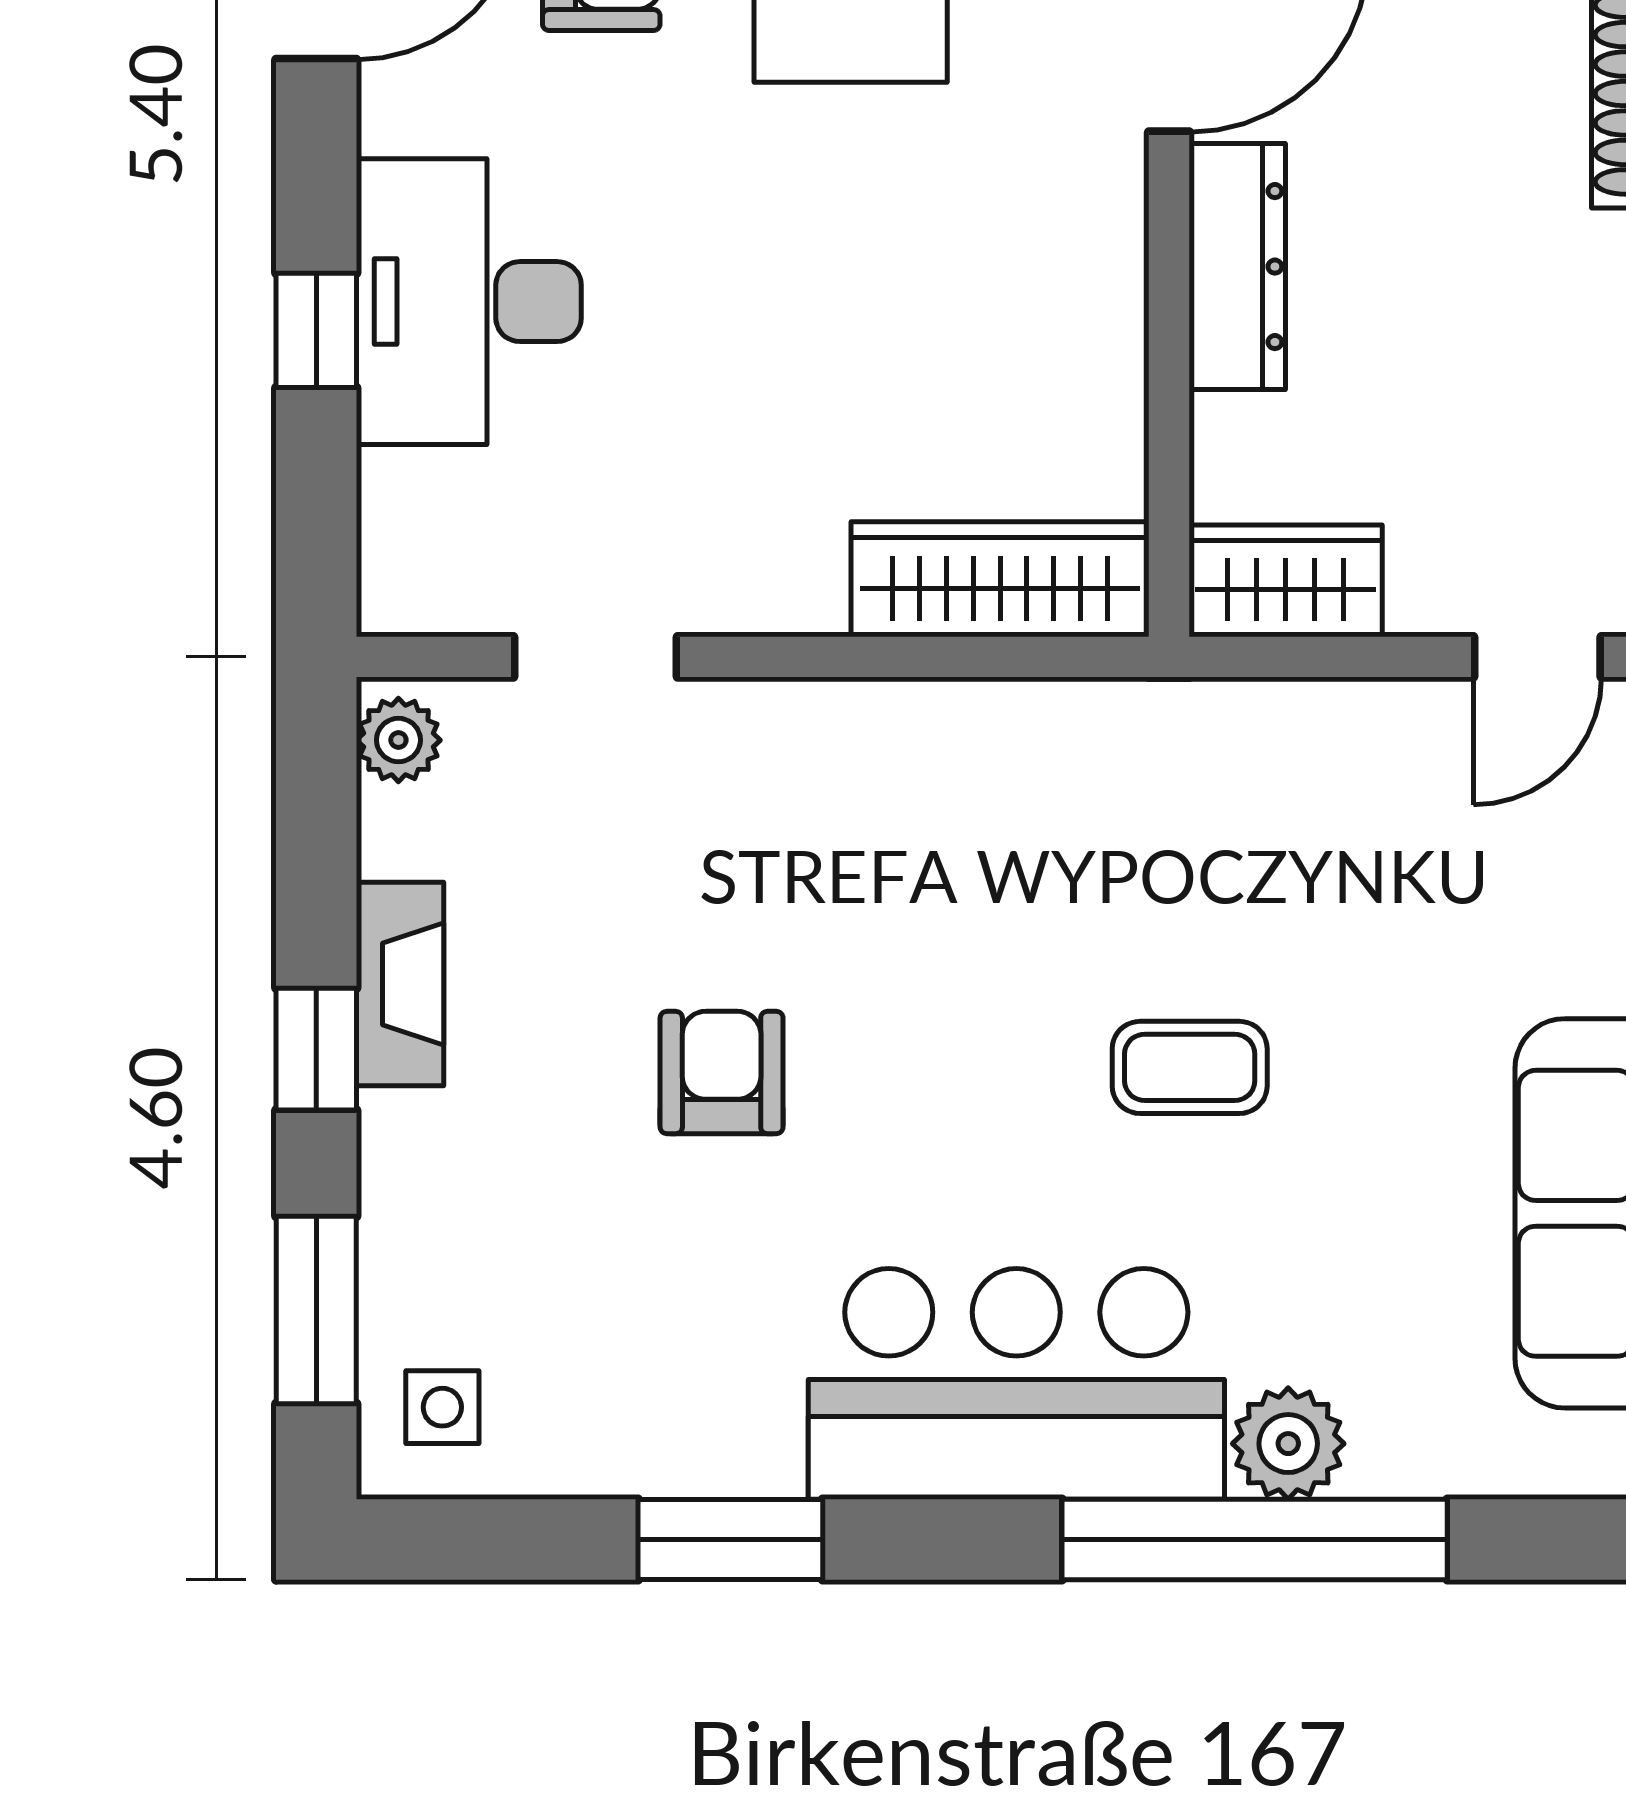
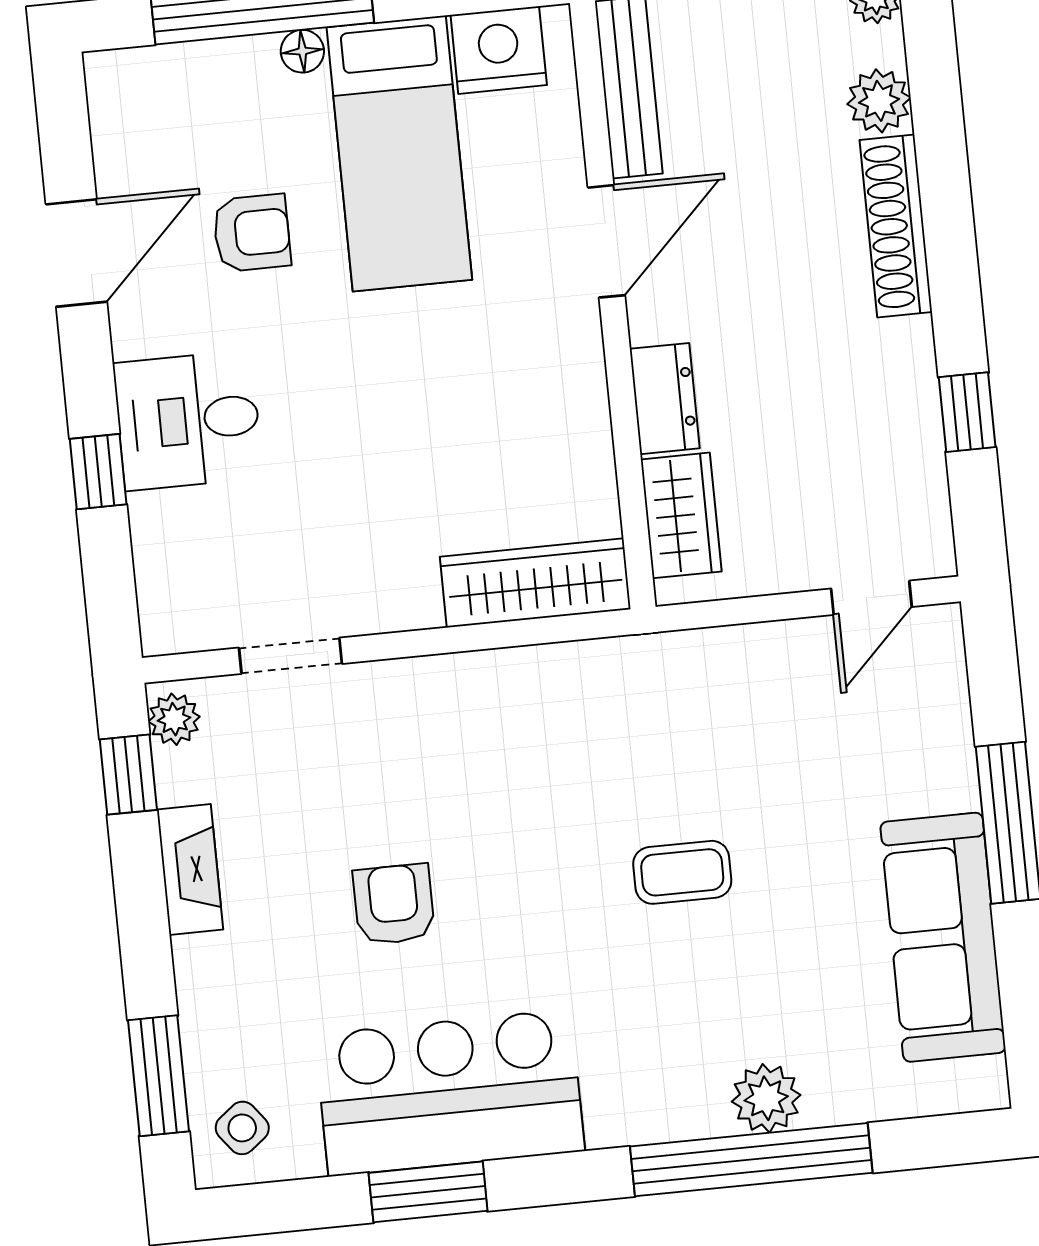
dresser: (1237, 267) -> (665, 399), width x0.70
desk: (469, 302) -> (188, 420), width x0.73
wardrobe: (1286, 581) -> (681, 515), moved, turned 90
window: (316, 1049) -> (128, 775), moved
bar counter: (1016, 1384) -> (450, 1093), moved
side table: (442, 1407) -> (242, 1128), turned -38

